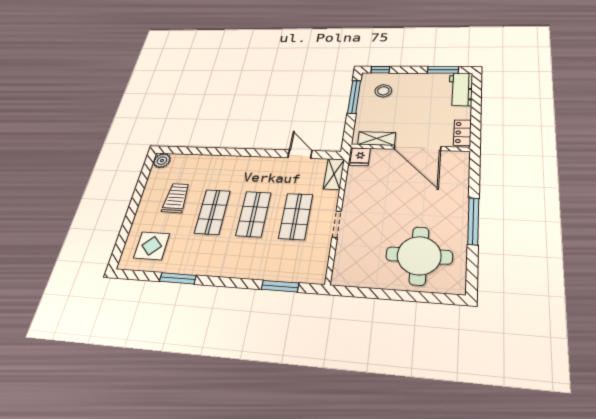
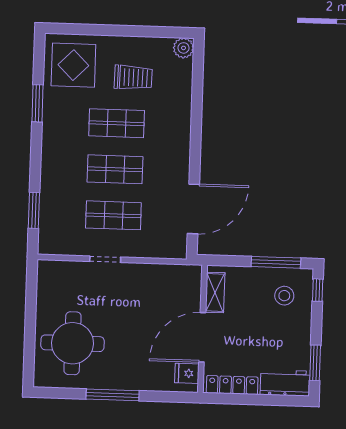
locker: (462, 133) -> (232, 385), width x1.53
door: (300, 154) -> (193, 209), width x1.88
fridge: (360, 157) -> (187, 373), moved
shelving: (334, 174) -> (167, 250), removed
display table: (152, 246) -> (73, 65), width x1.36, depth x1.36

